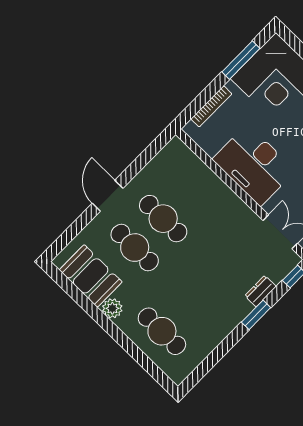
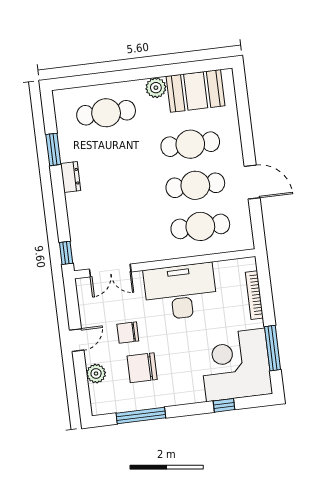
cafe table: (192, 190) -> (200, 226), added
door: (108, 196) -> (252, 182), moved
dresser: (260, 291) -> (71, 177), moved
window: (256, 315) -> (53, 149), moved

